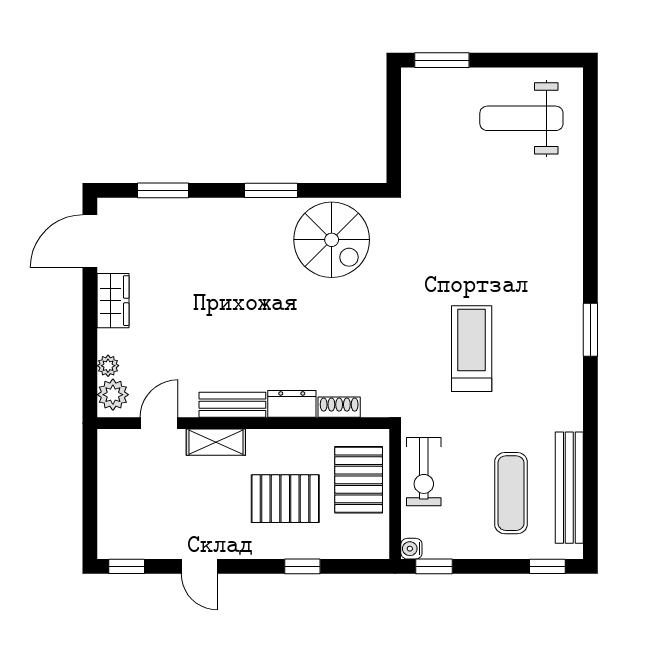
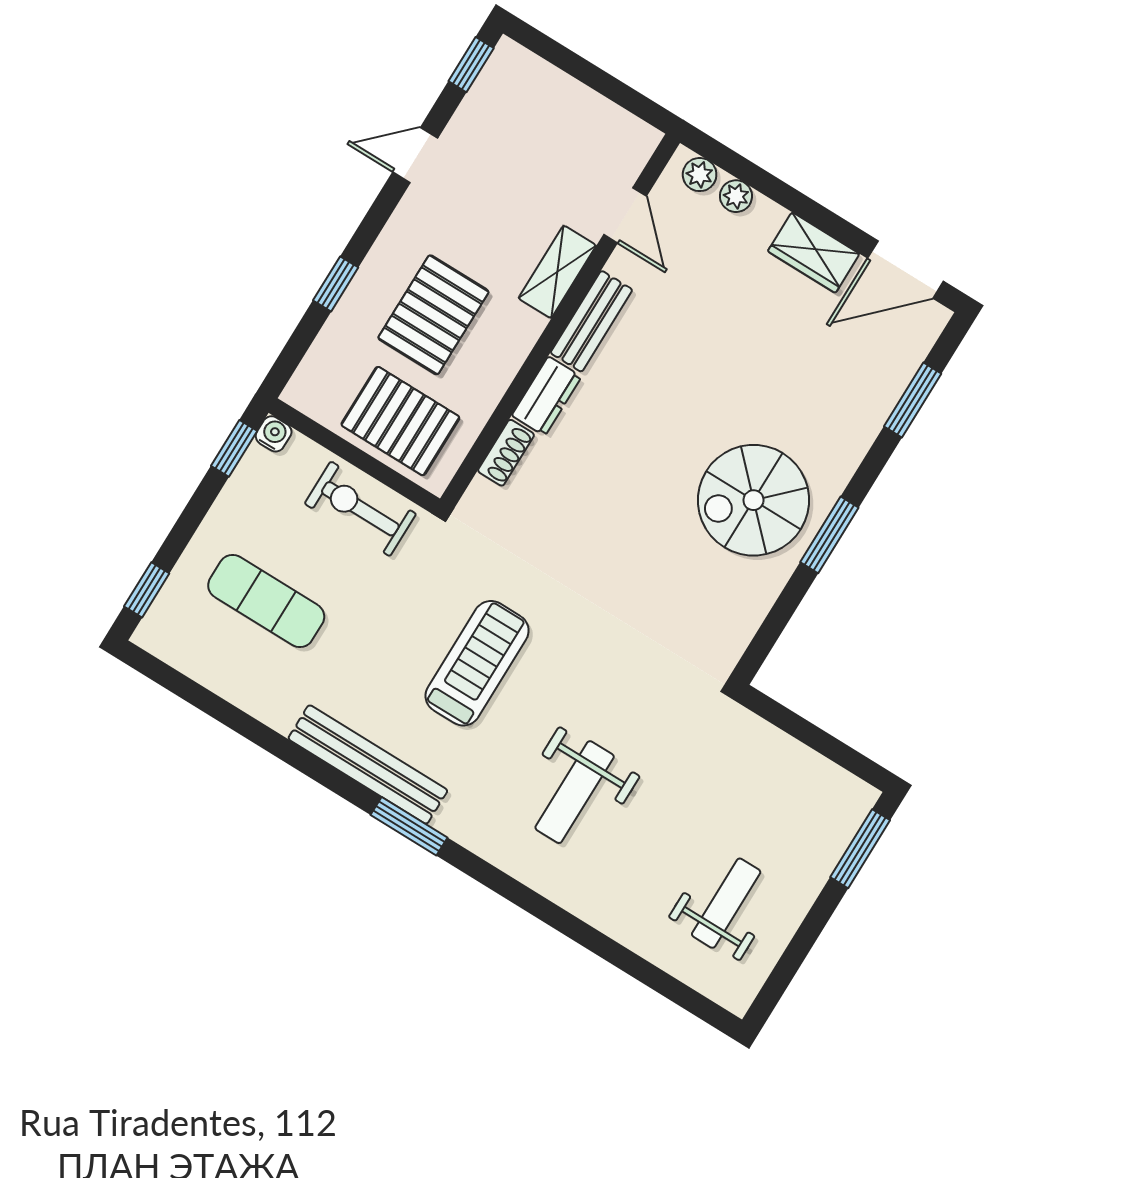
weight bench: (521, 118) -> (726, 903), width x0.73, depth x0.75
spiral stairs: (332, 240) -> (753, 500), moved
door: (90, 241) -> (906, 270), swing flipped
weight bench: (511, 246) -> (575, 792), added
treadmill: (472, 349) -> (477, 663), turned -90
plant: (113, 395) -> (700, 175), width x0.73, depth x0.73
bench: (569, 488) -> (368, 764), moved

